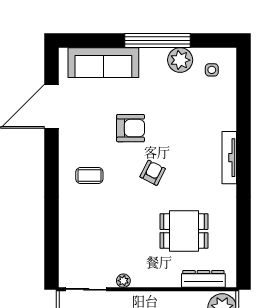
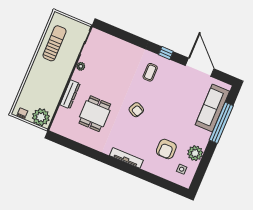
window: (158, 41) -> (221, 123), moved
armchair: (131, 128) -> (166, 149), moved
window: (52, 164) -> (166, 53), added
dresser: (203, 279) -> (70, 94), moved

